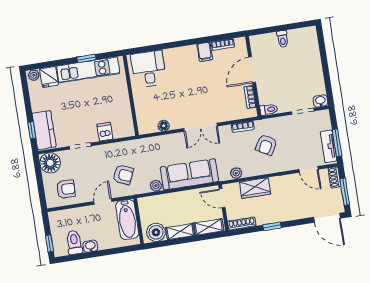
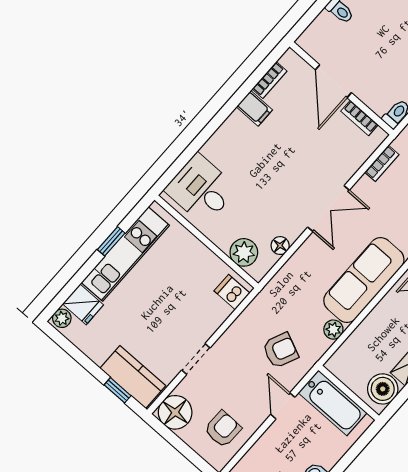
plant: (144, 115) -> (244, 252), added
dishwasher: (105, 132) -> (232, 292), moved

